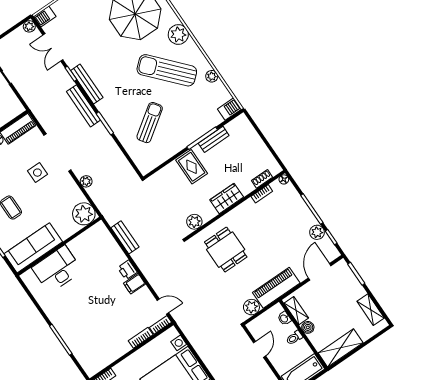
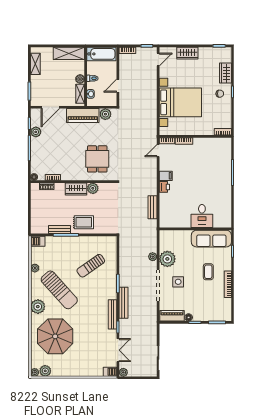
rug: (192, 167) -> (84, 222), turned 90
plant: (84, 214) -> (167, 259), moved
plant: (194, 222) -> (93, 188), moved
desk: (57, 269) -> (202, 216), width x0.73
door: (163, 307) -> (158, 151), hinge flipped

